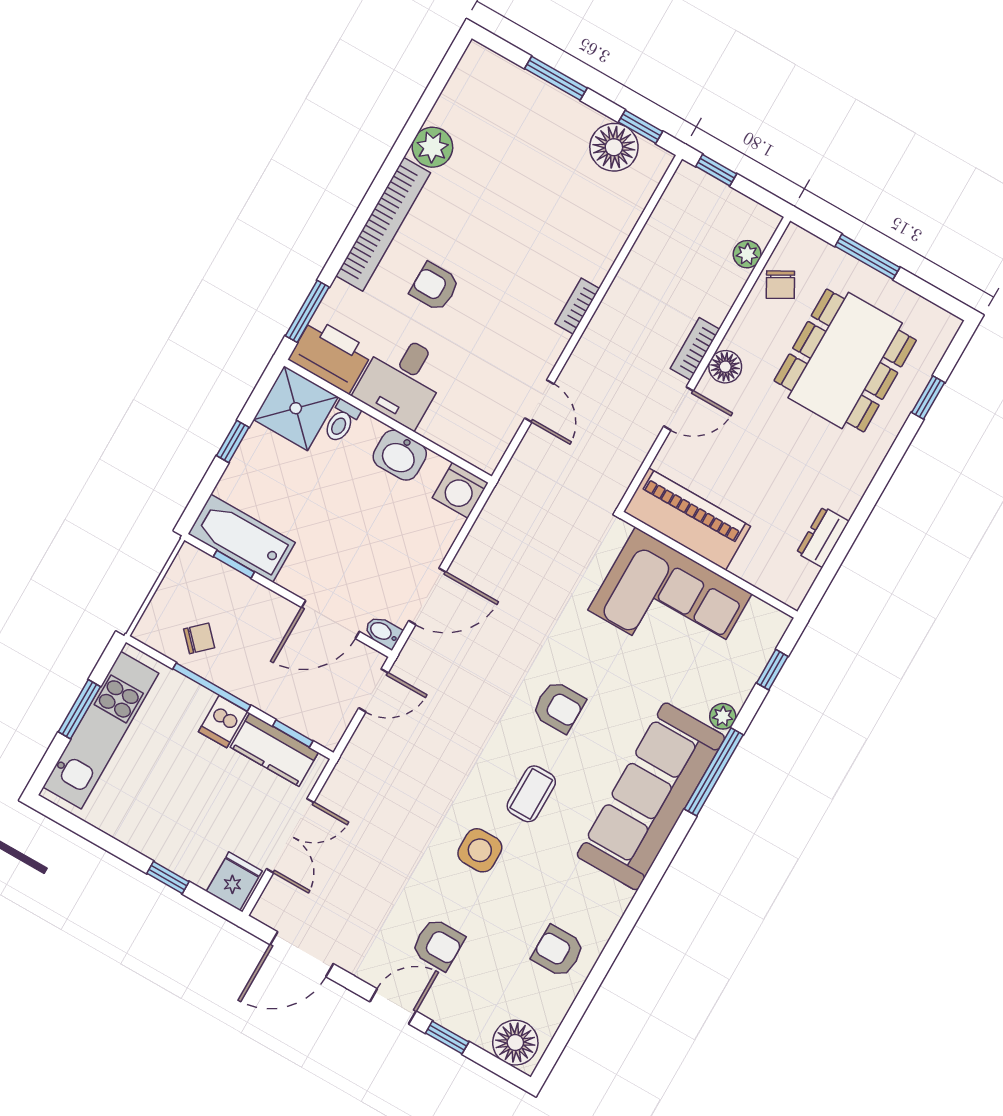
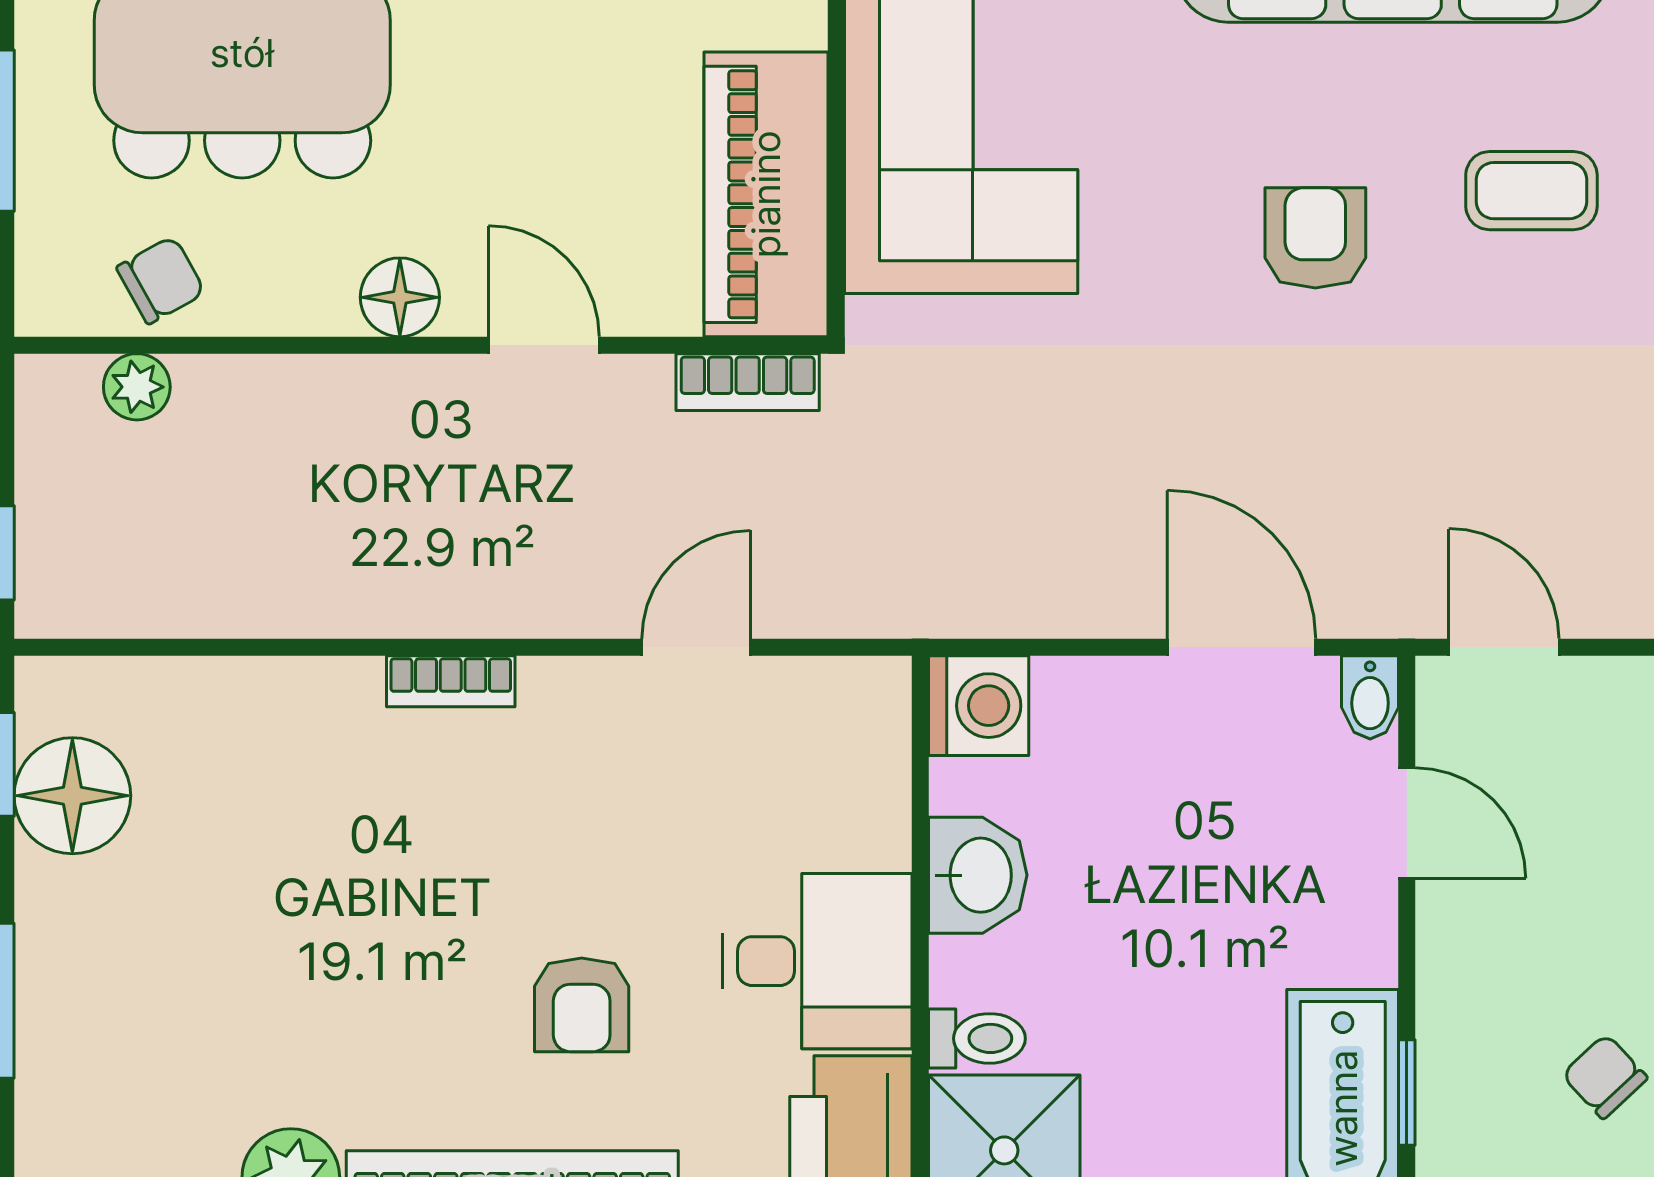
bookcase: (695, 349) -> (748, 382), moved
door: (330, 620) -> (1407, 823), width x0.73

